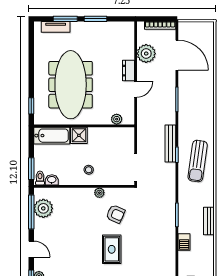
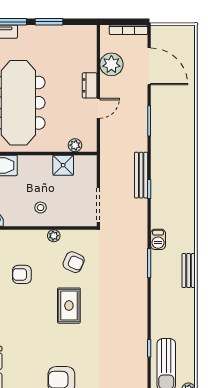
shower: (79, 135) -> (63, 165), moved
sun lounger: (198, 161) -> (175, 197), removed
armchair: (73, 224) -> (22, 274), added
barbecue: (184, 242) -> (158, 239), moved

